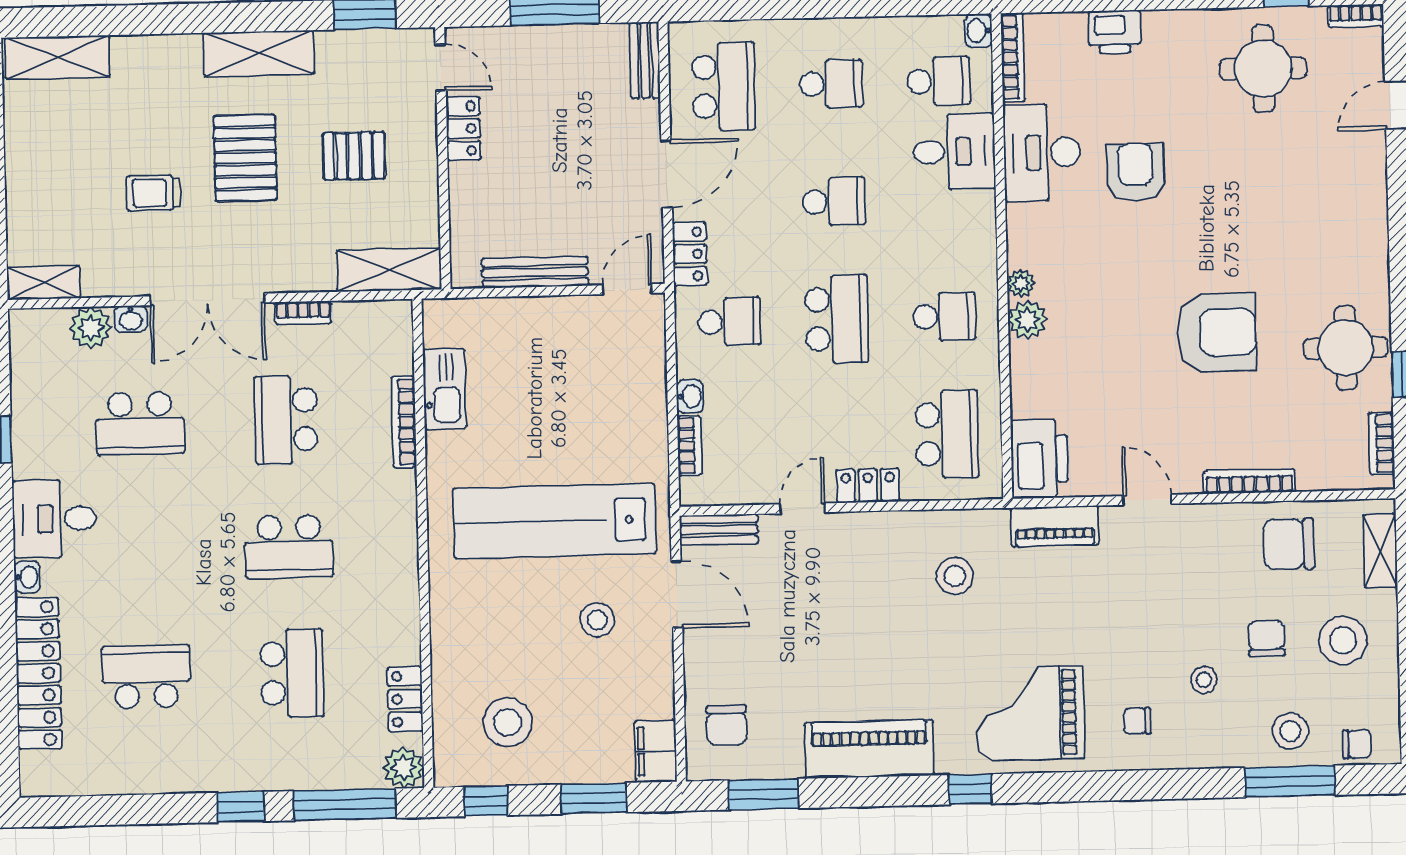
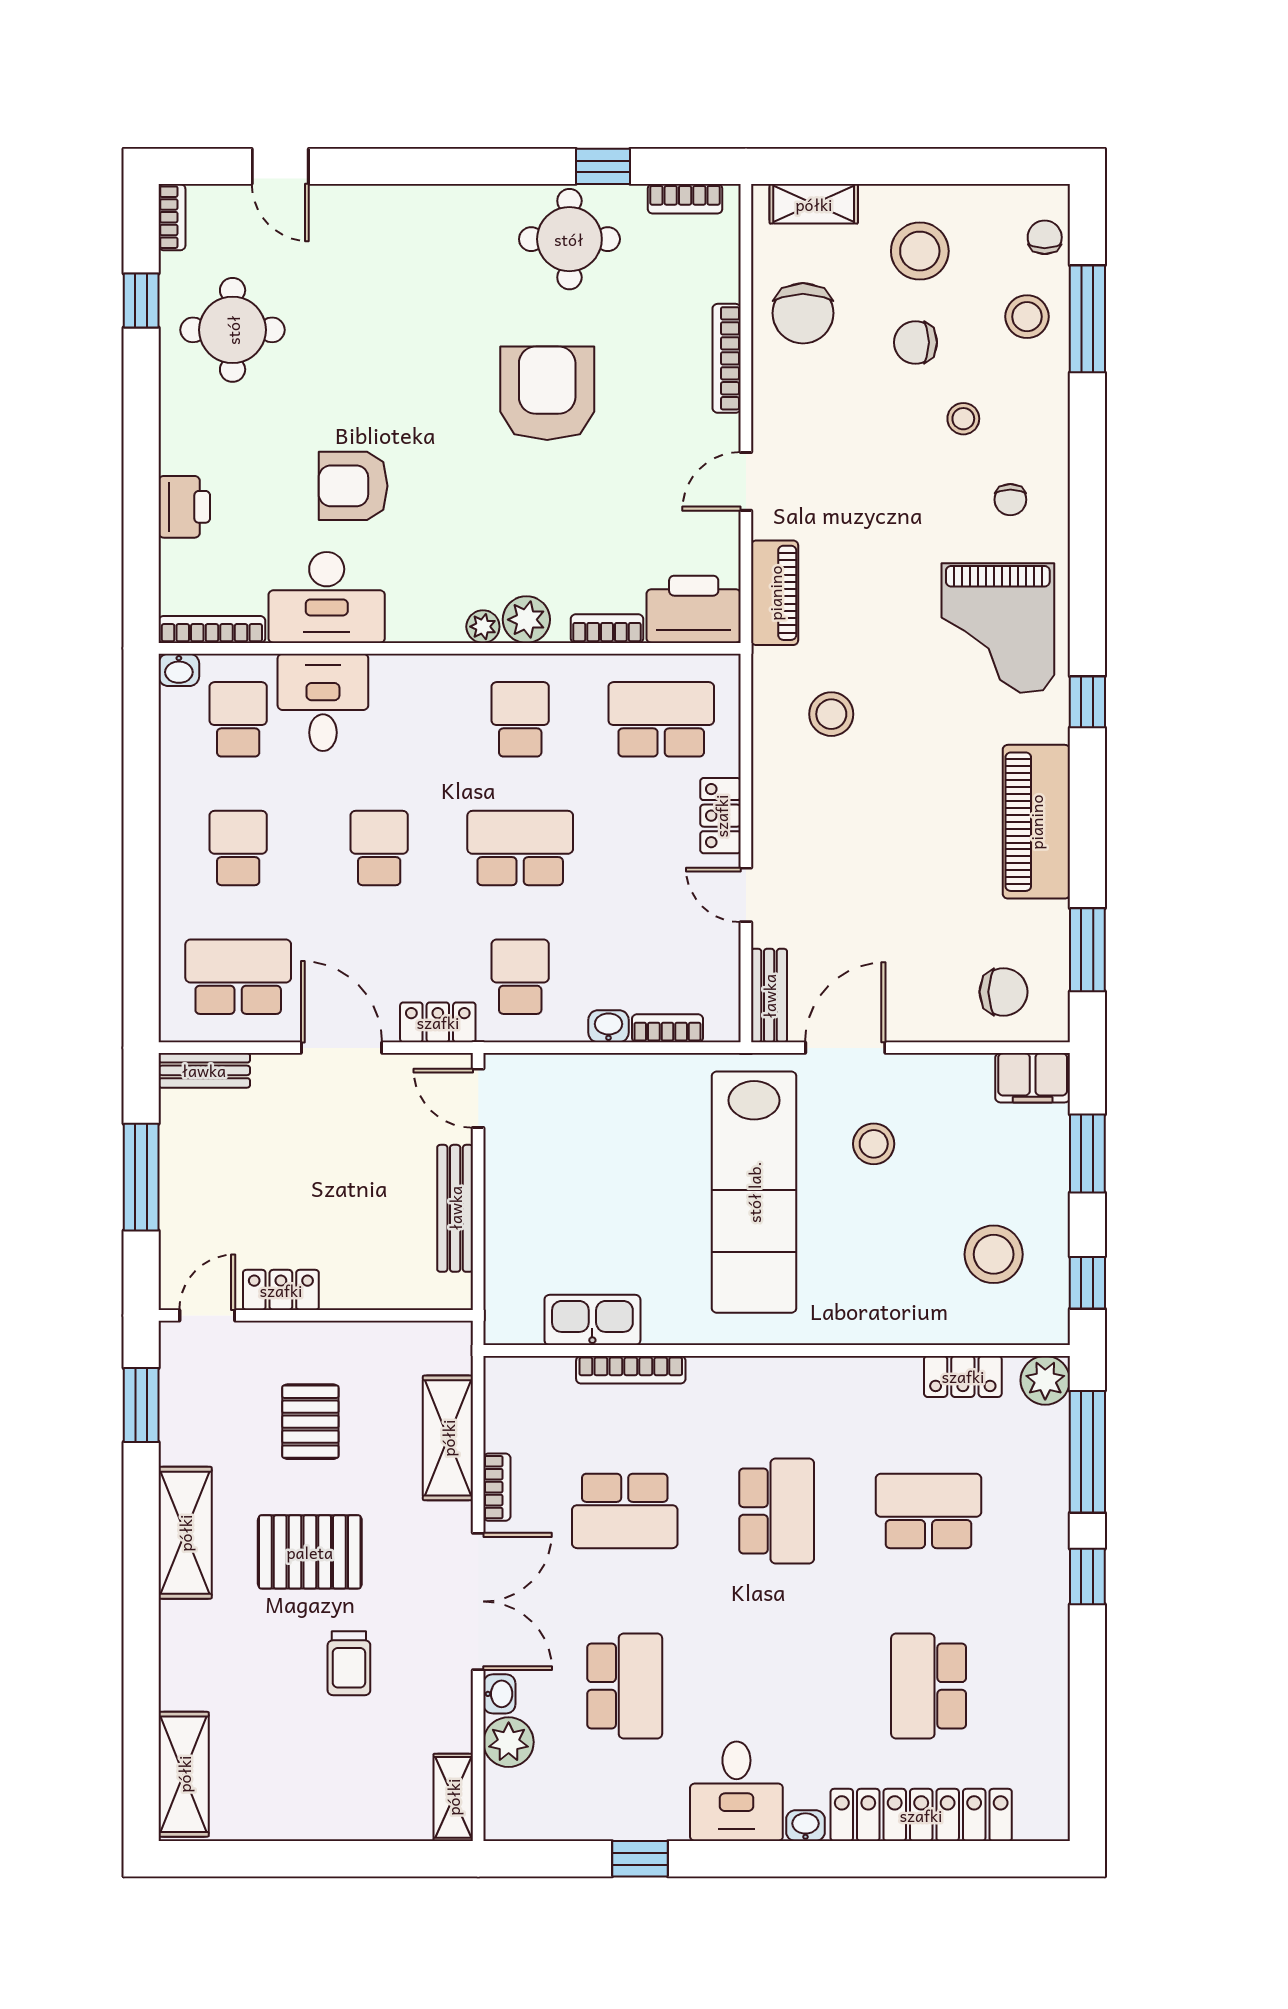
shelving: (389, 270) -> (448, 1438), moved
bookcase: (1022, 387) -> (607, 629), added

